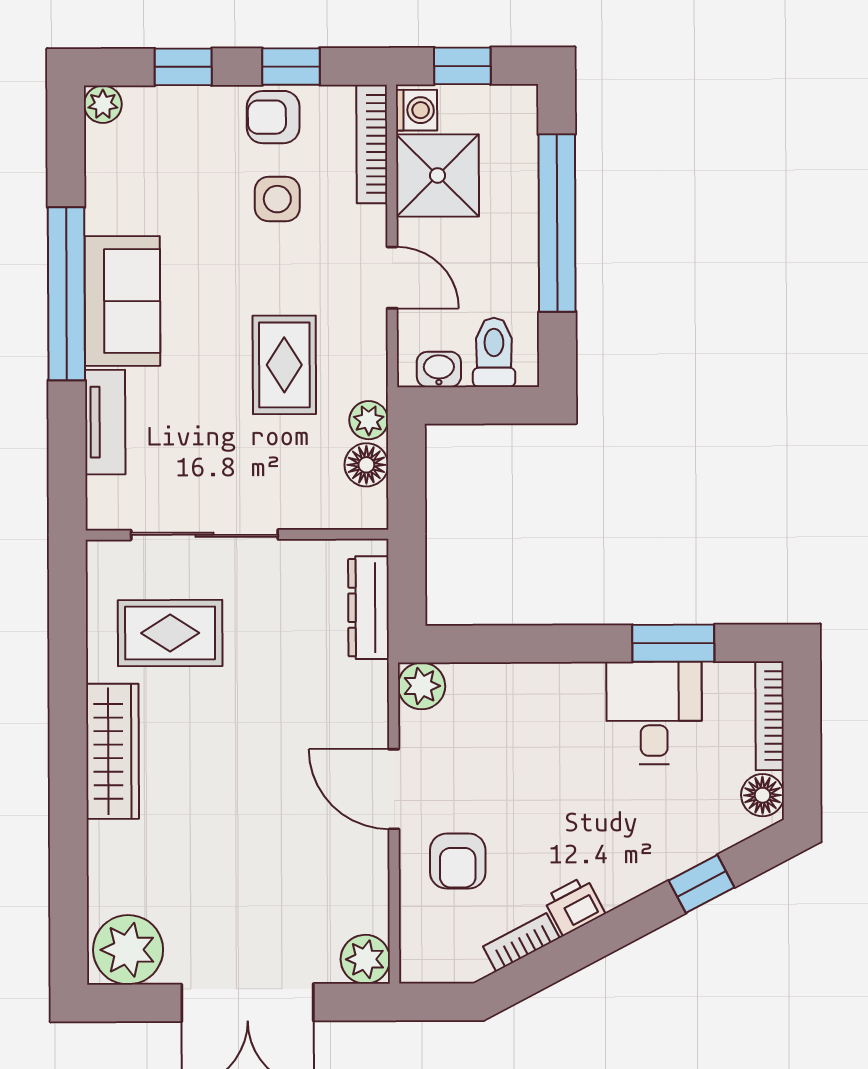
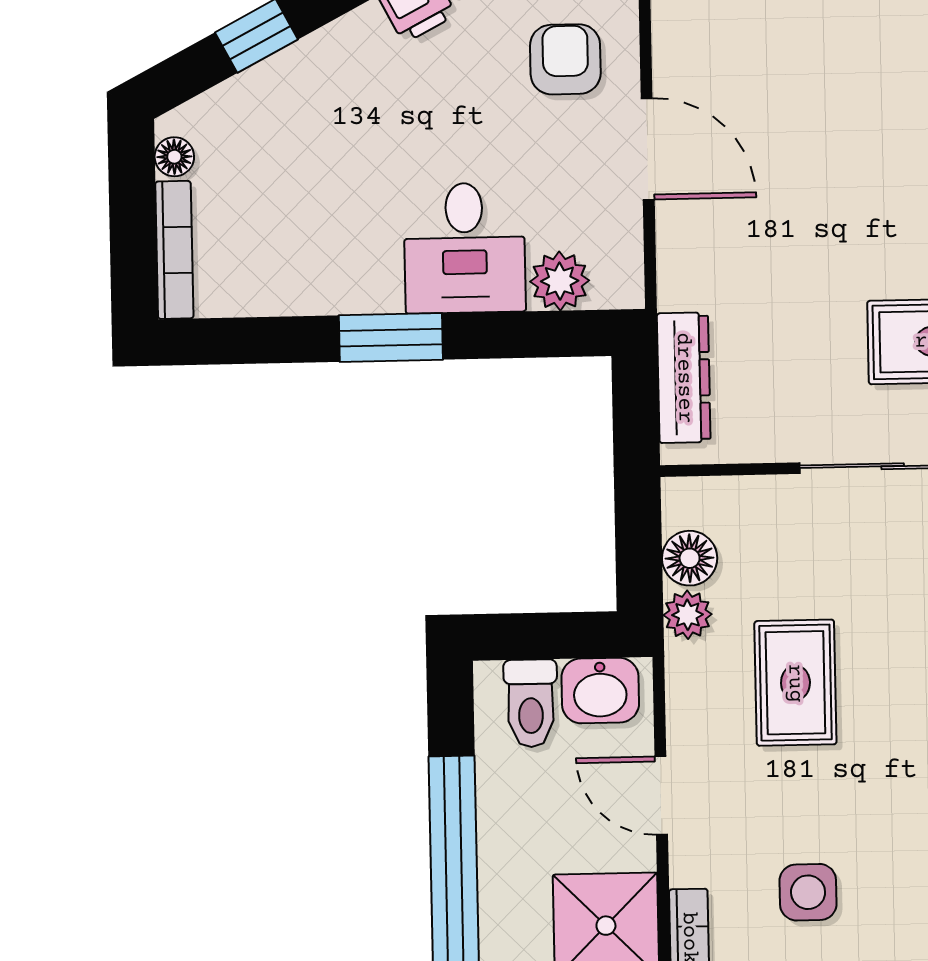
washbasin: (439, 369) -> (600, 691), width x1.38, depth x1.45
window: (673, 643) -> (391, 338), moved
plant: (422, 686) -> (560, 281), moved
desk: (654, 713) -> (465, 248), moved
floor lamp: (763, 795) -> (174, 157), width x0.73, depth x0.73

